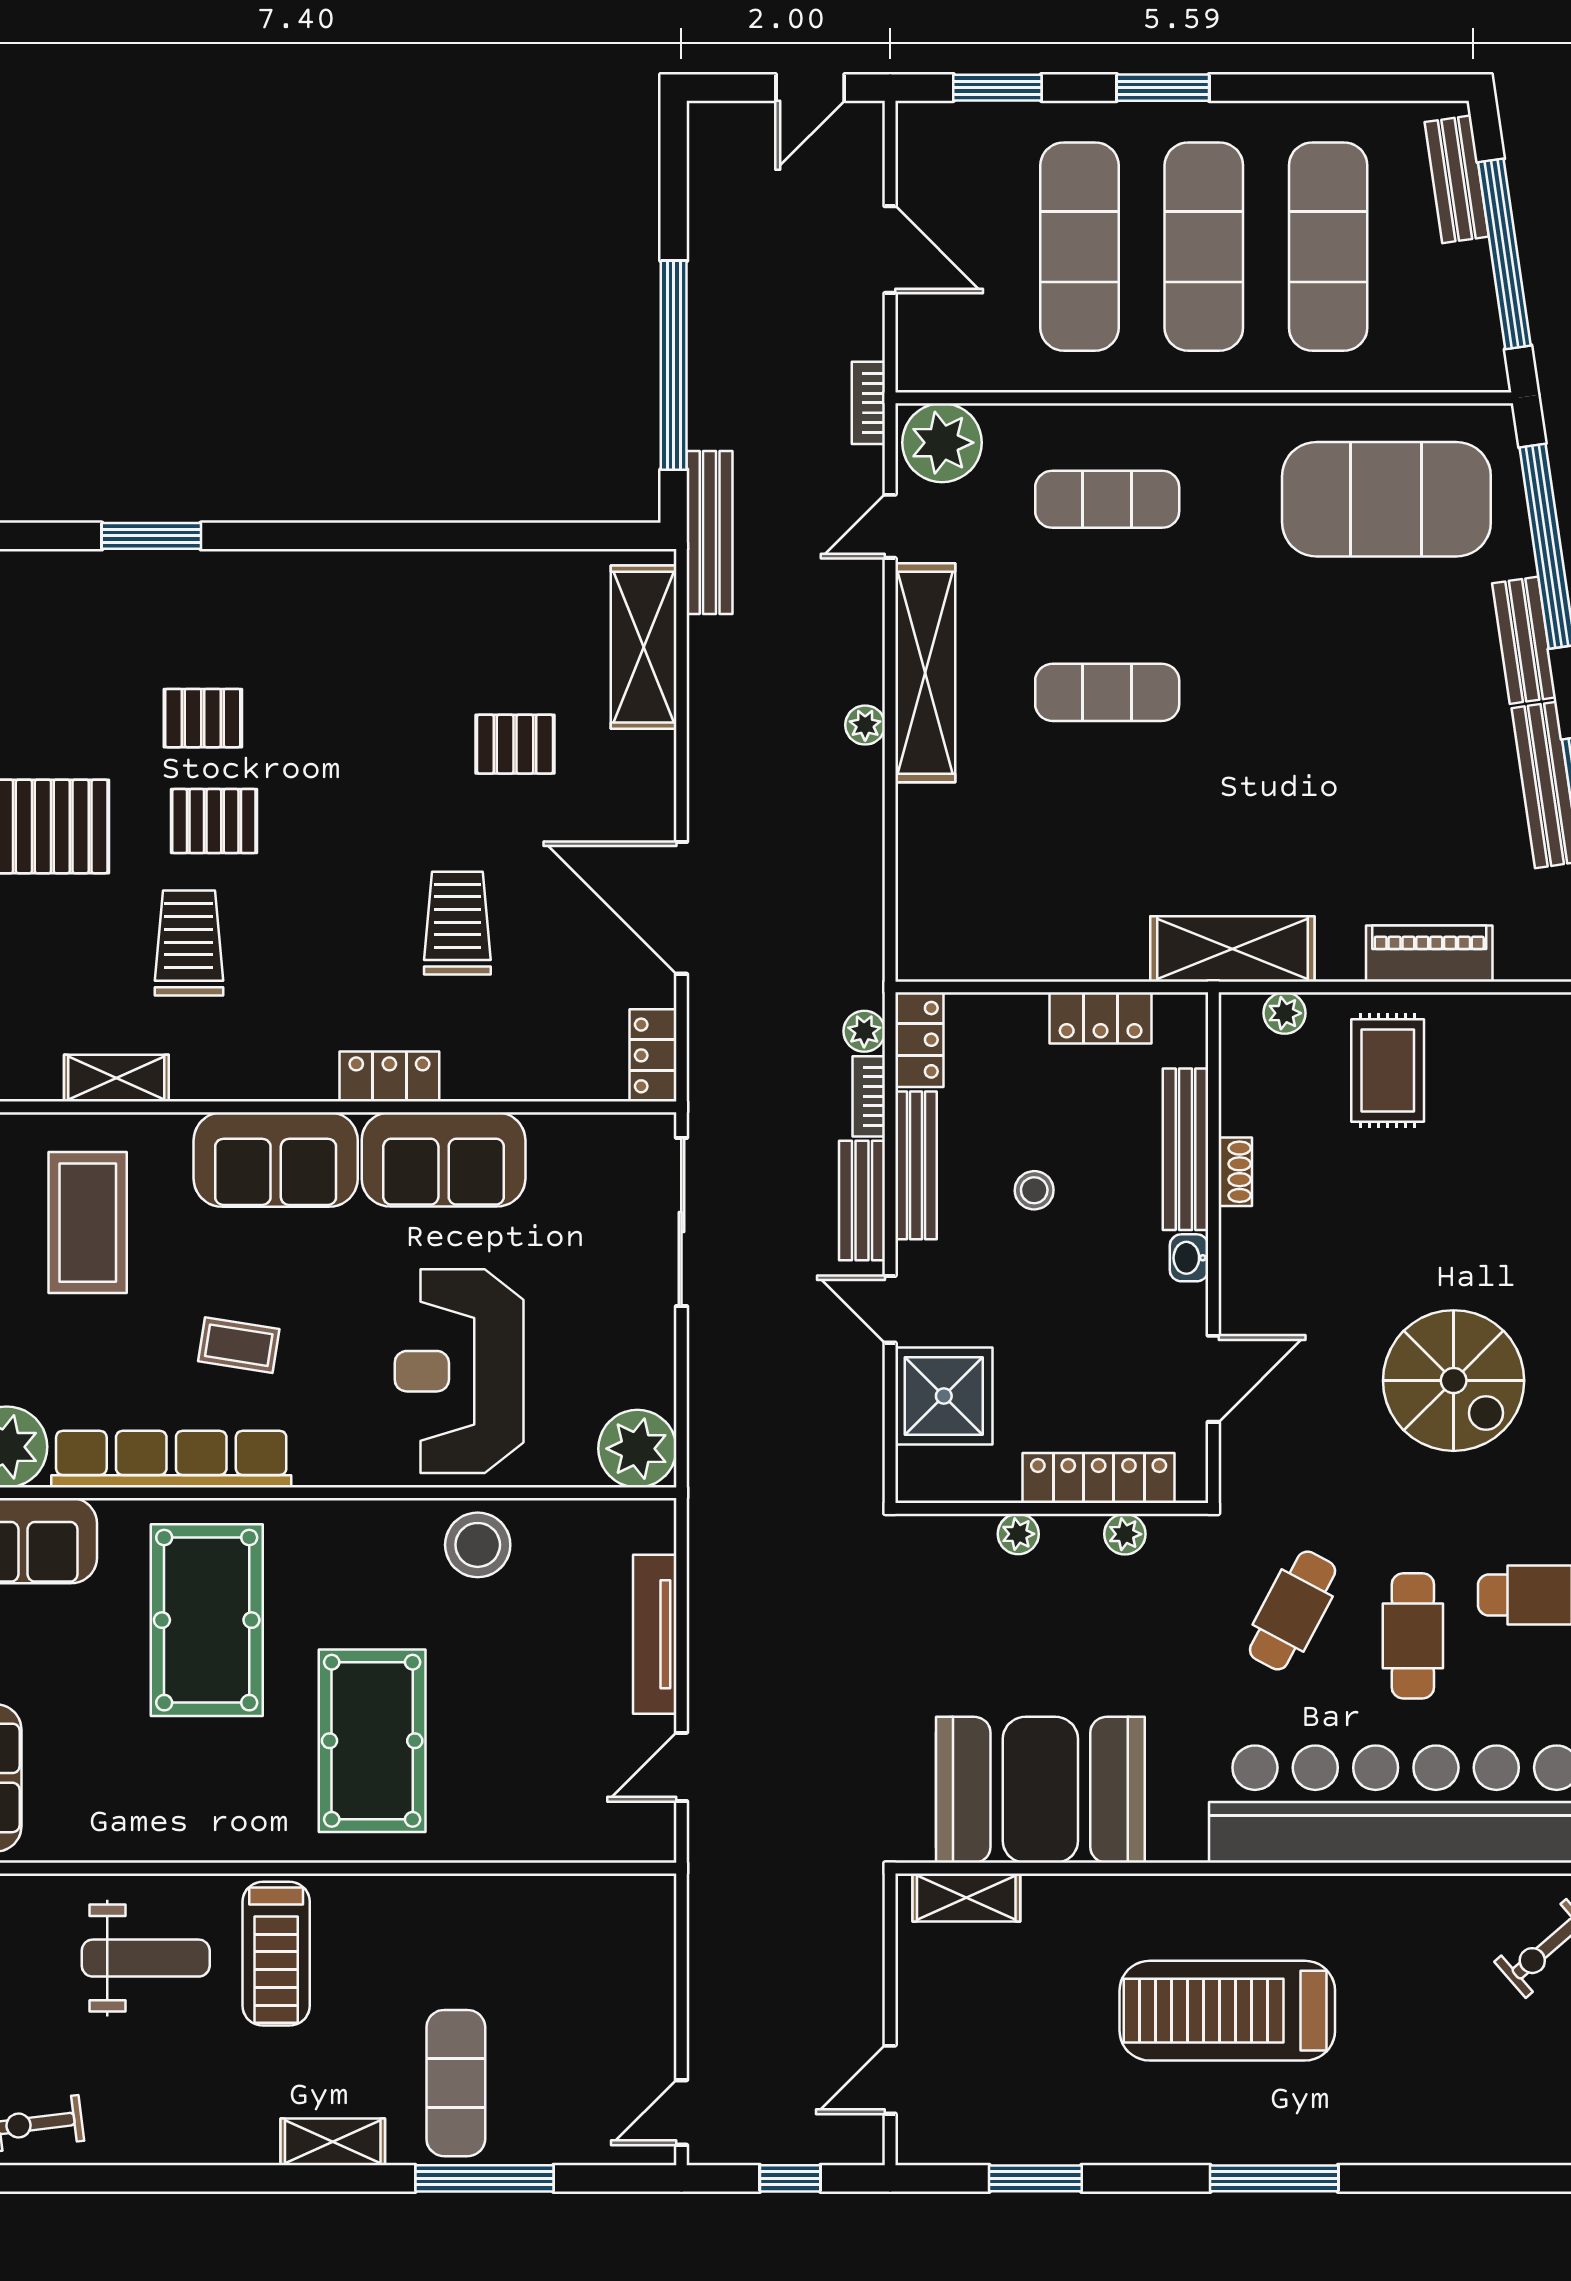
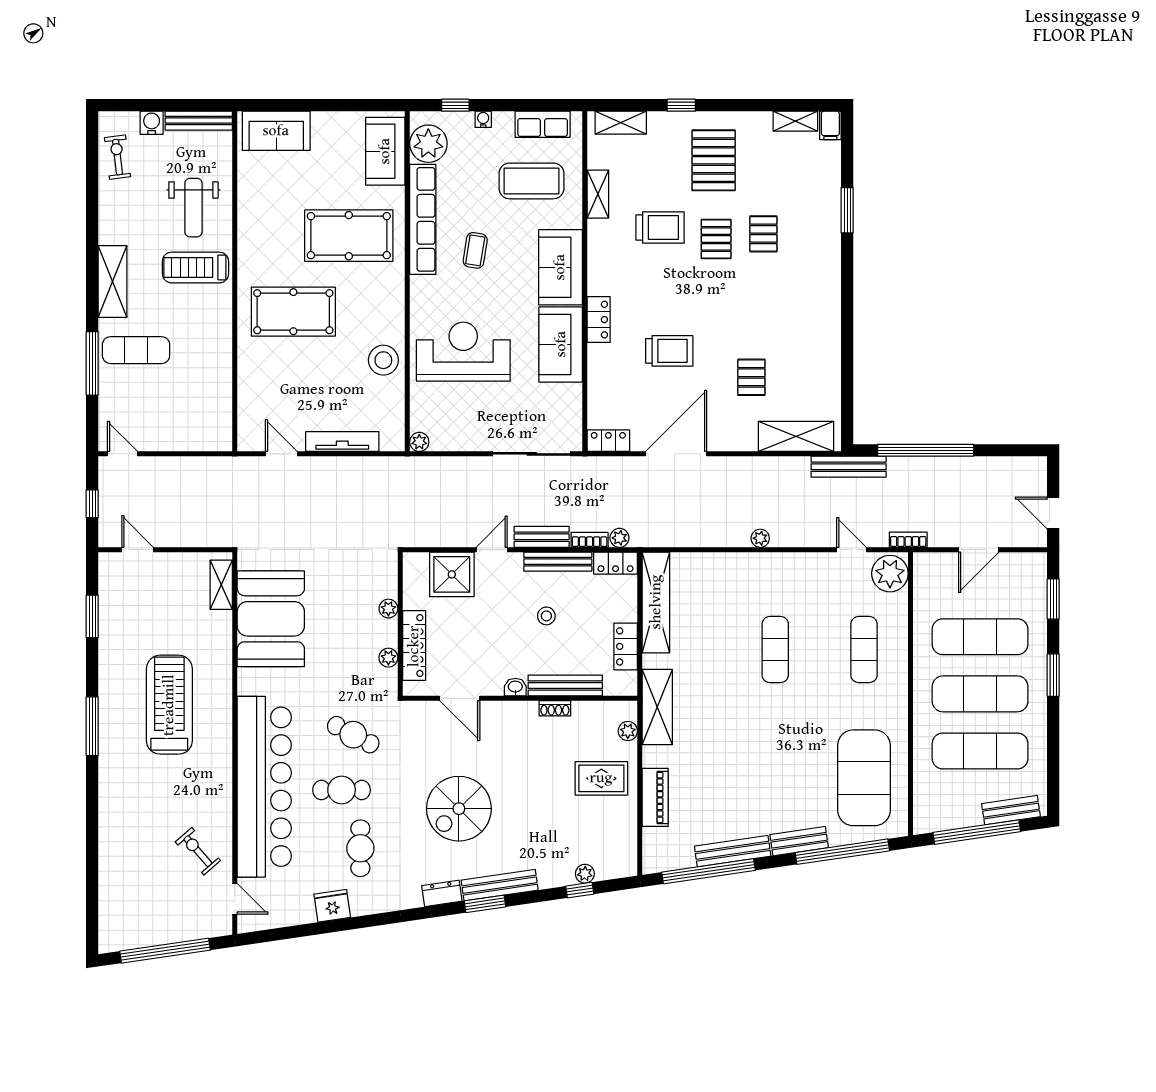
shelving: (925, 673) -> (656, 602), moved, turned 90
plant: (637, 1449) -> (419, 442), width x0.53, depth x0.53
shelving: (333, 2142) -> (113, 282), width x1.50, depth x1.33

